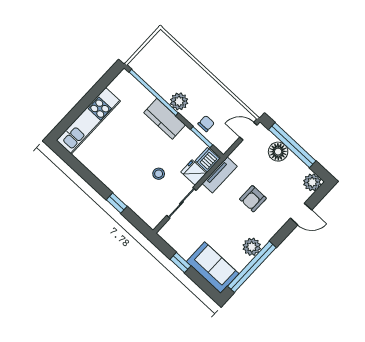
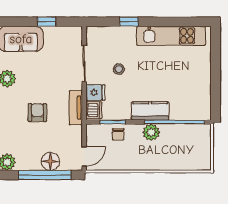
kitchen unit: (88, 121) -> (171, 36), moved, turned -90

